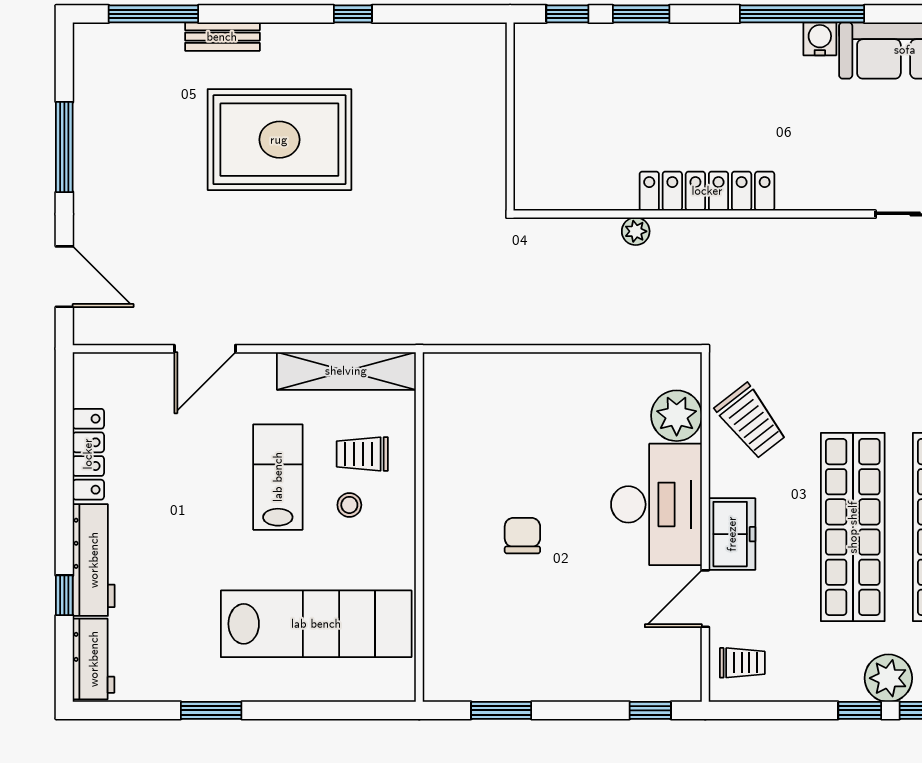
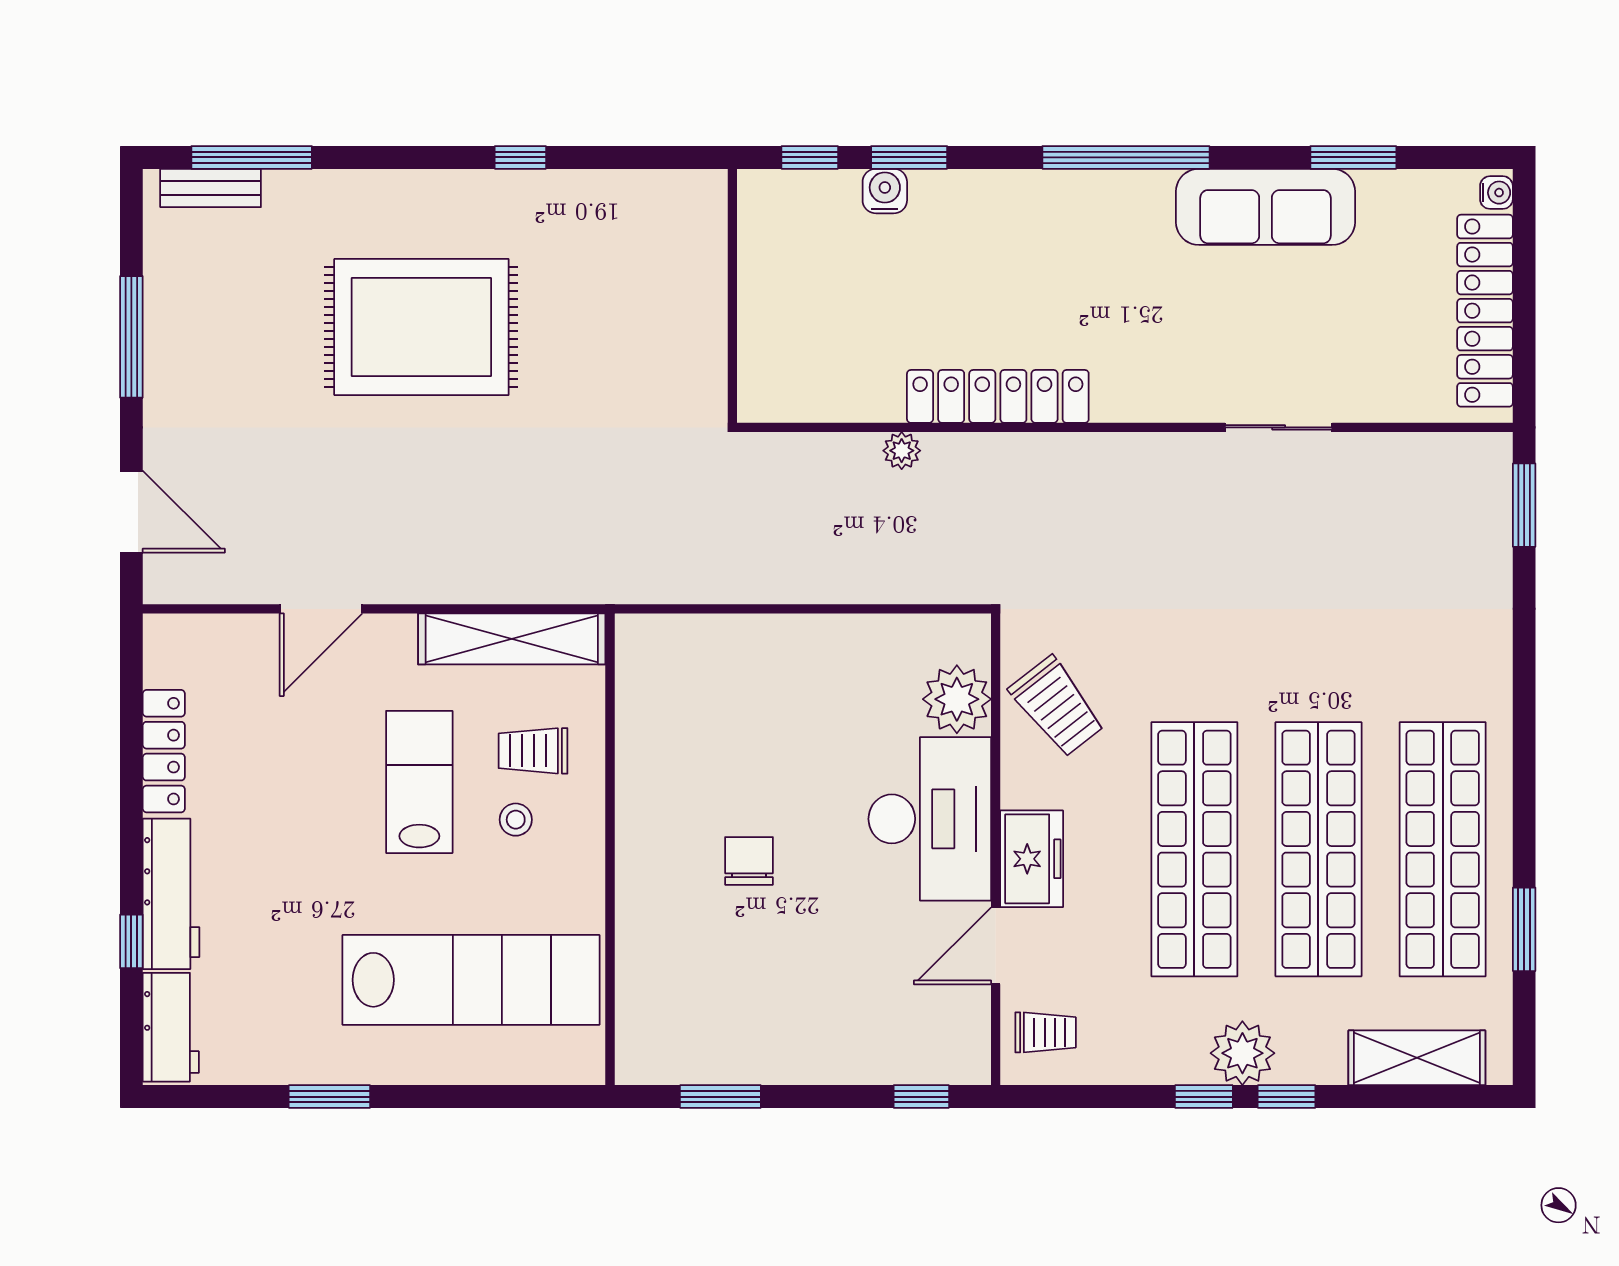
bench: (222, 37) -> (211, 188), moved
water cooler: (820, 39) -> (885, 191), moved

